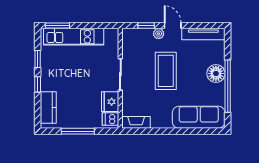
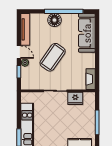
door: (173, 25) -> (19, 52), swing flipped
coffee table: (166, 71) -> (53, 57), turned -55
dishwasher: (111, 119) -> (88, 98), removed

